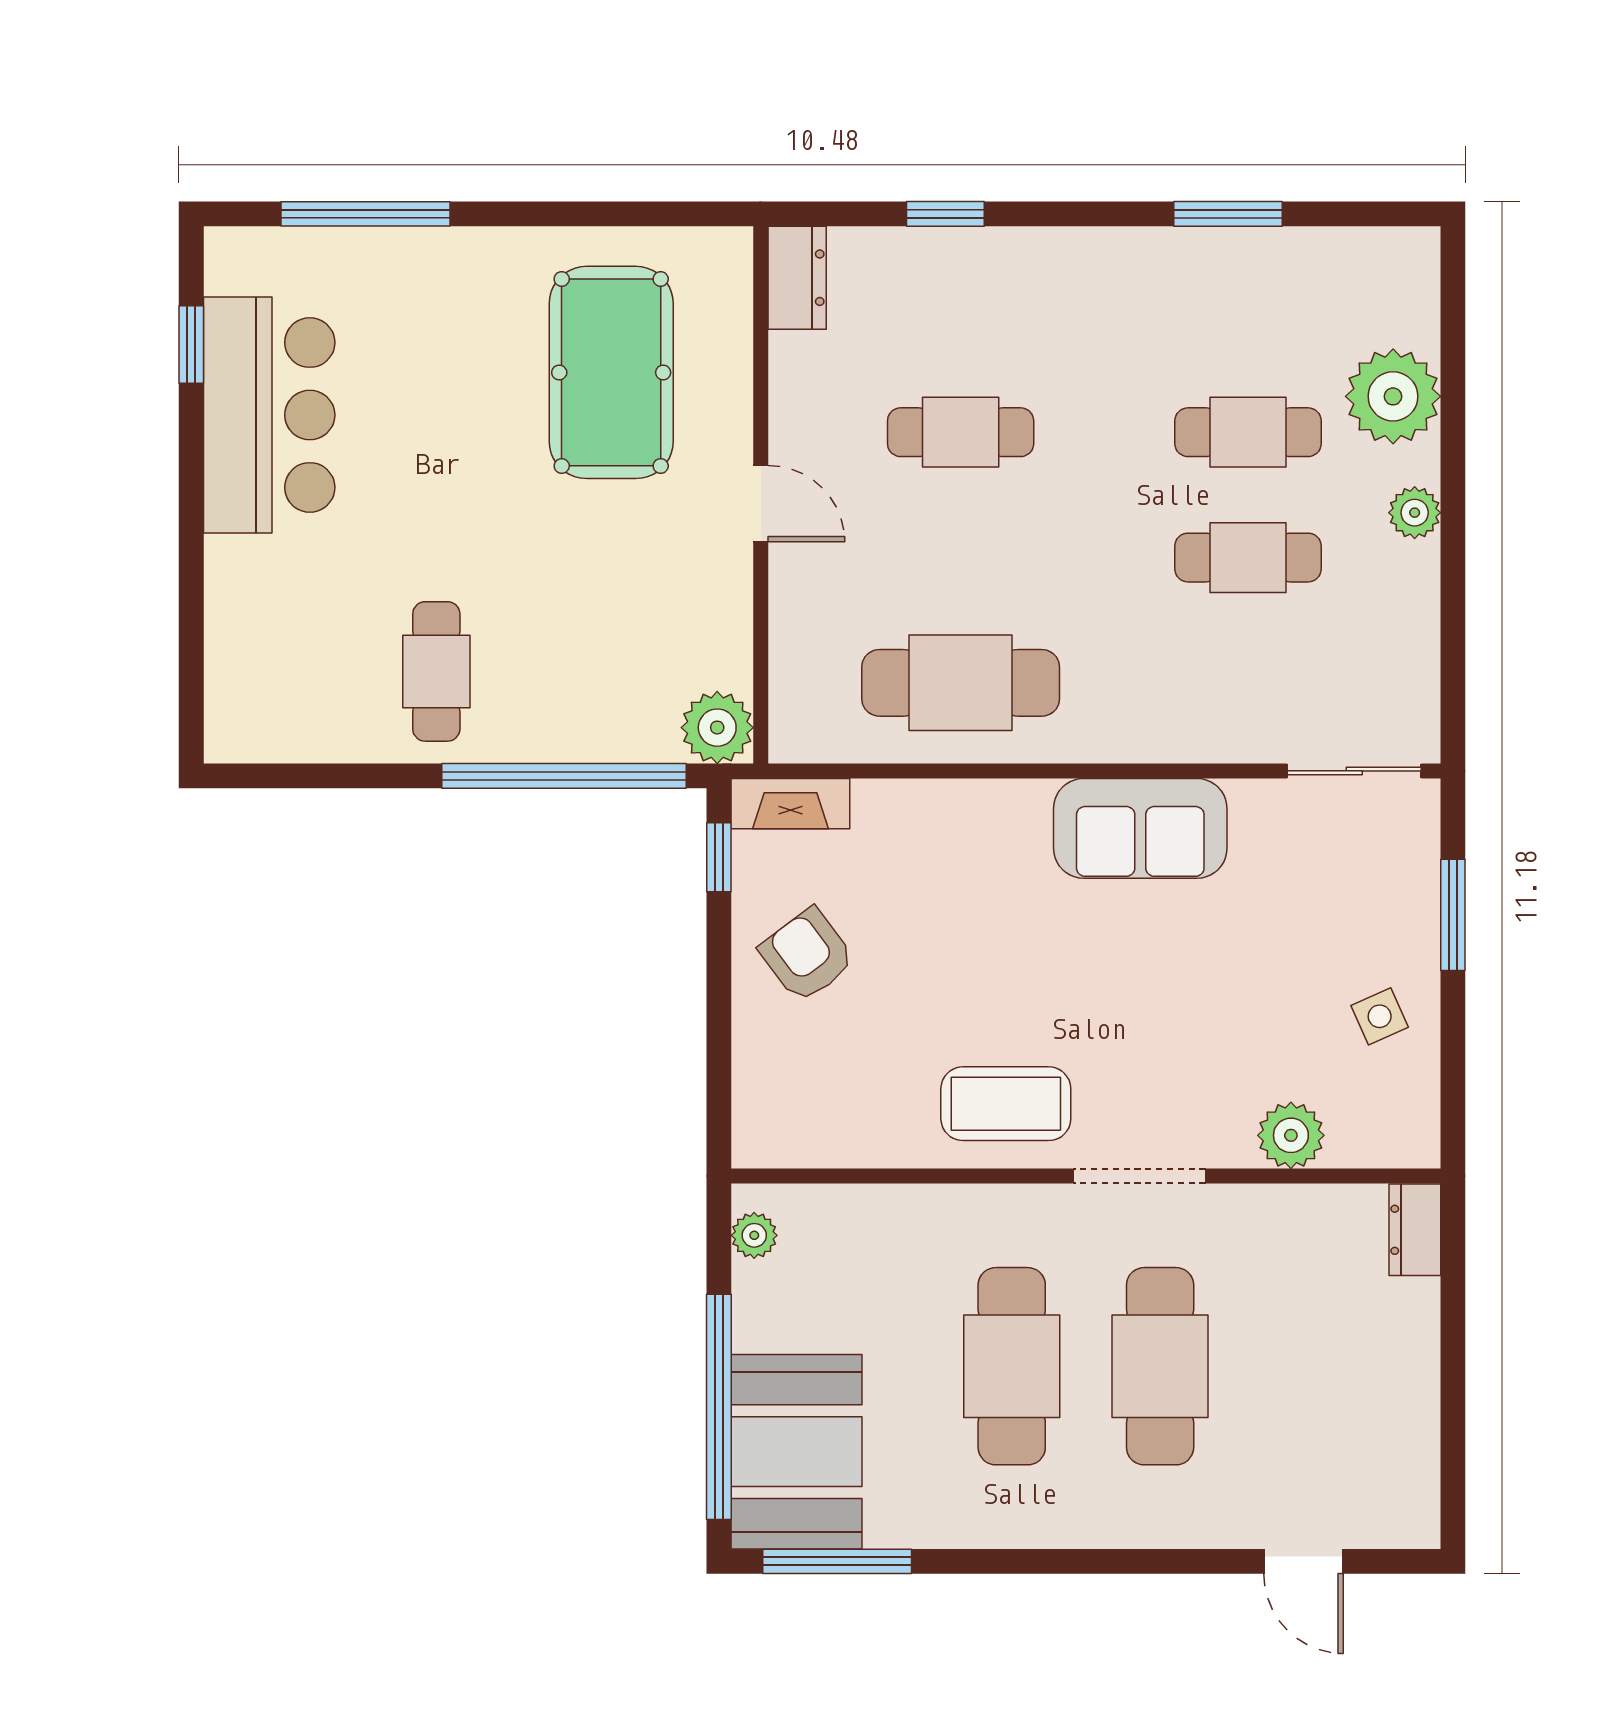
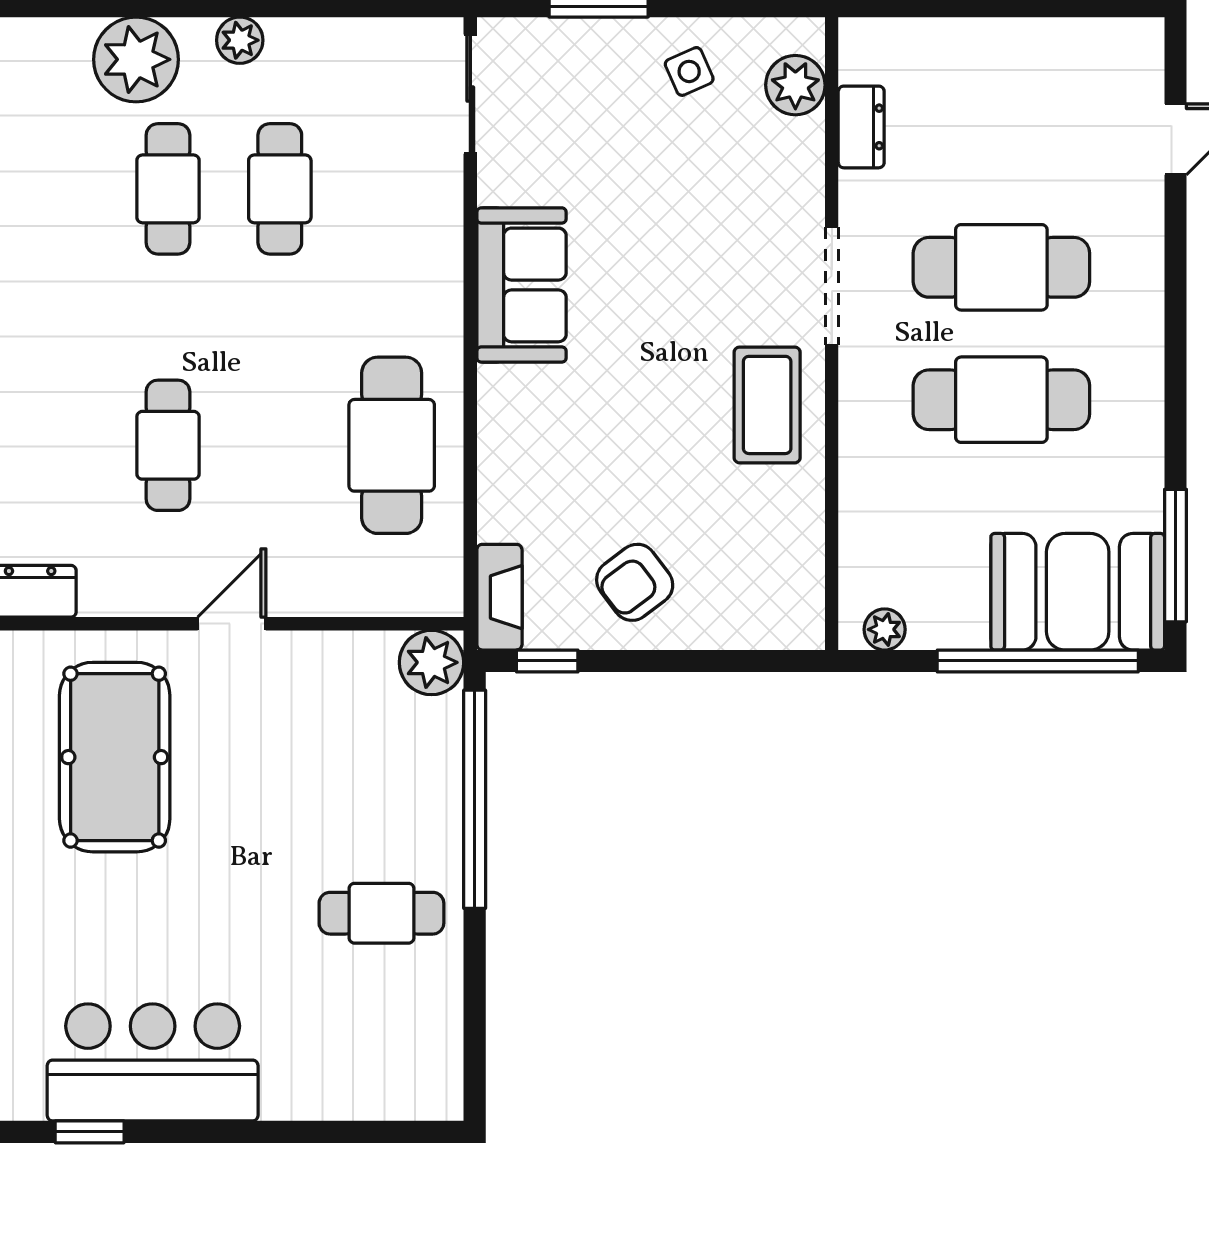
pool table: (611, 372) -> (115, 757), turned 90
plant: (1291, 1135) -> (795, 85), moved
dresser: (1415, 1230) -> (861, 127), moved, turned -90

